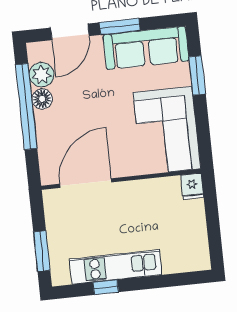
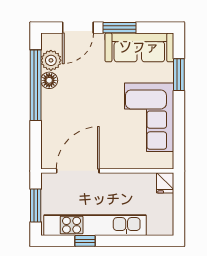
wall: (121, 179) -> (107, 171), moved
door: (86, 183) -> (78, 171), moved
fridge: (192, 186) -> (165, 183), moved
kitchen unit: (116, 267) -> (95, 225), width x1.36

